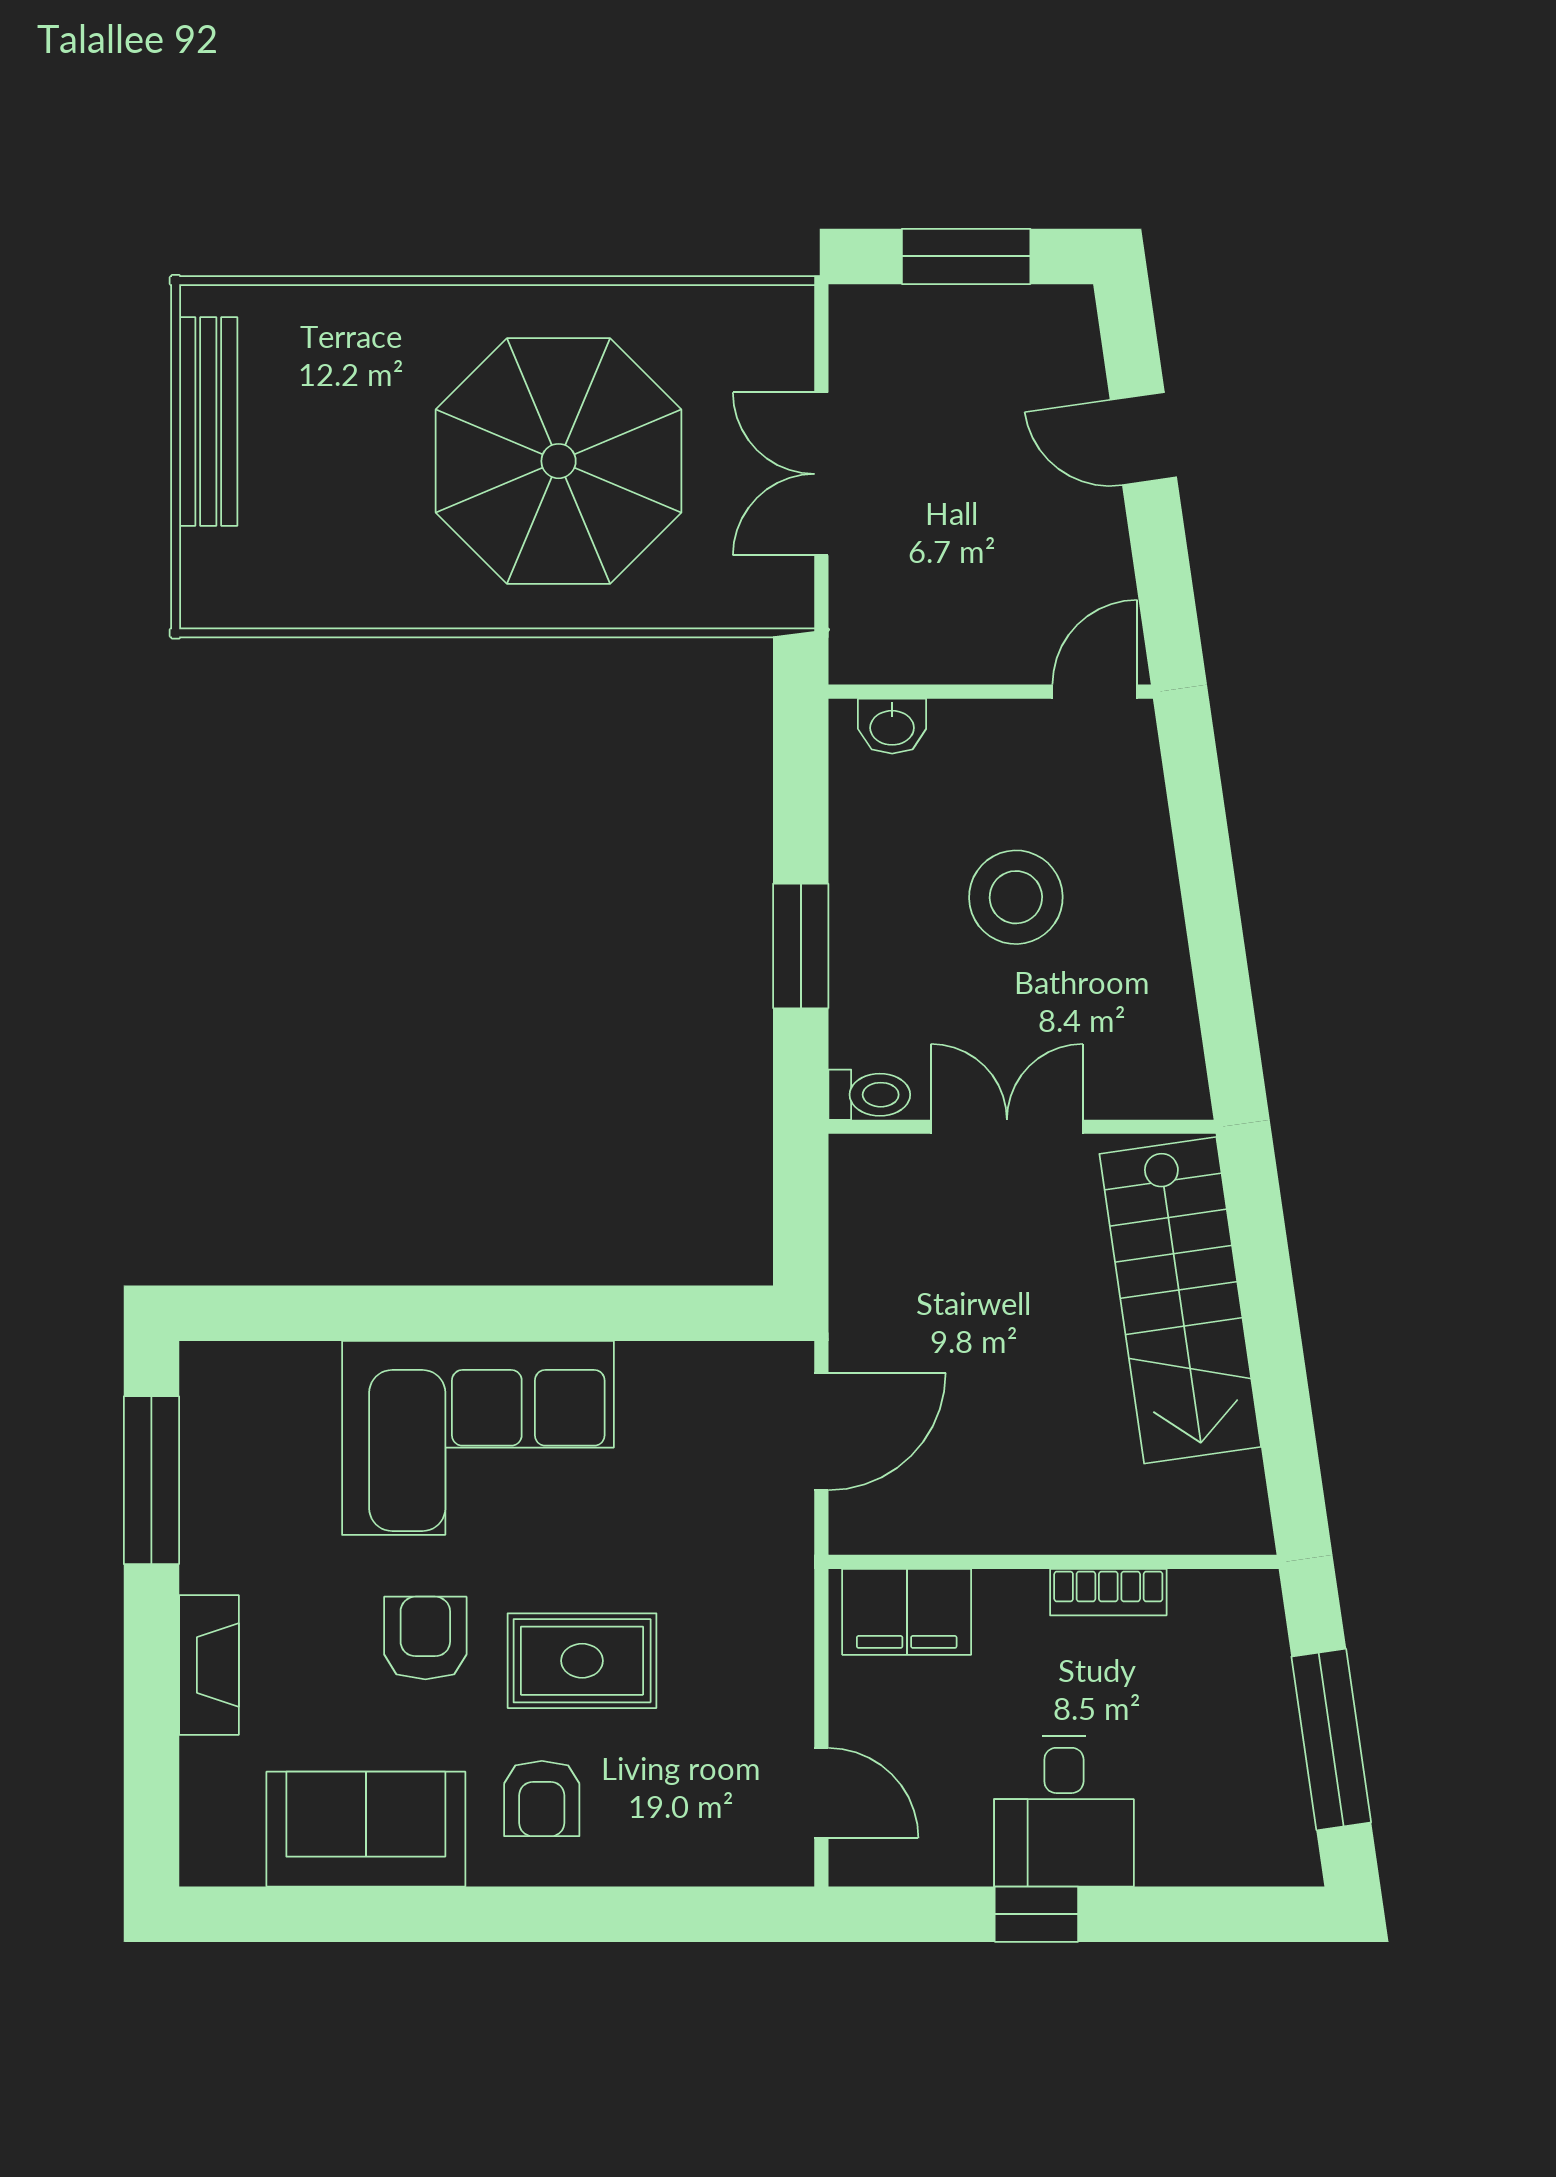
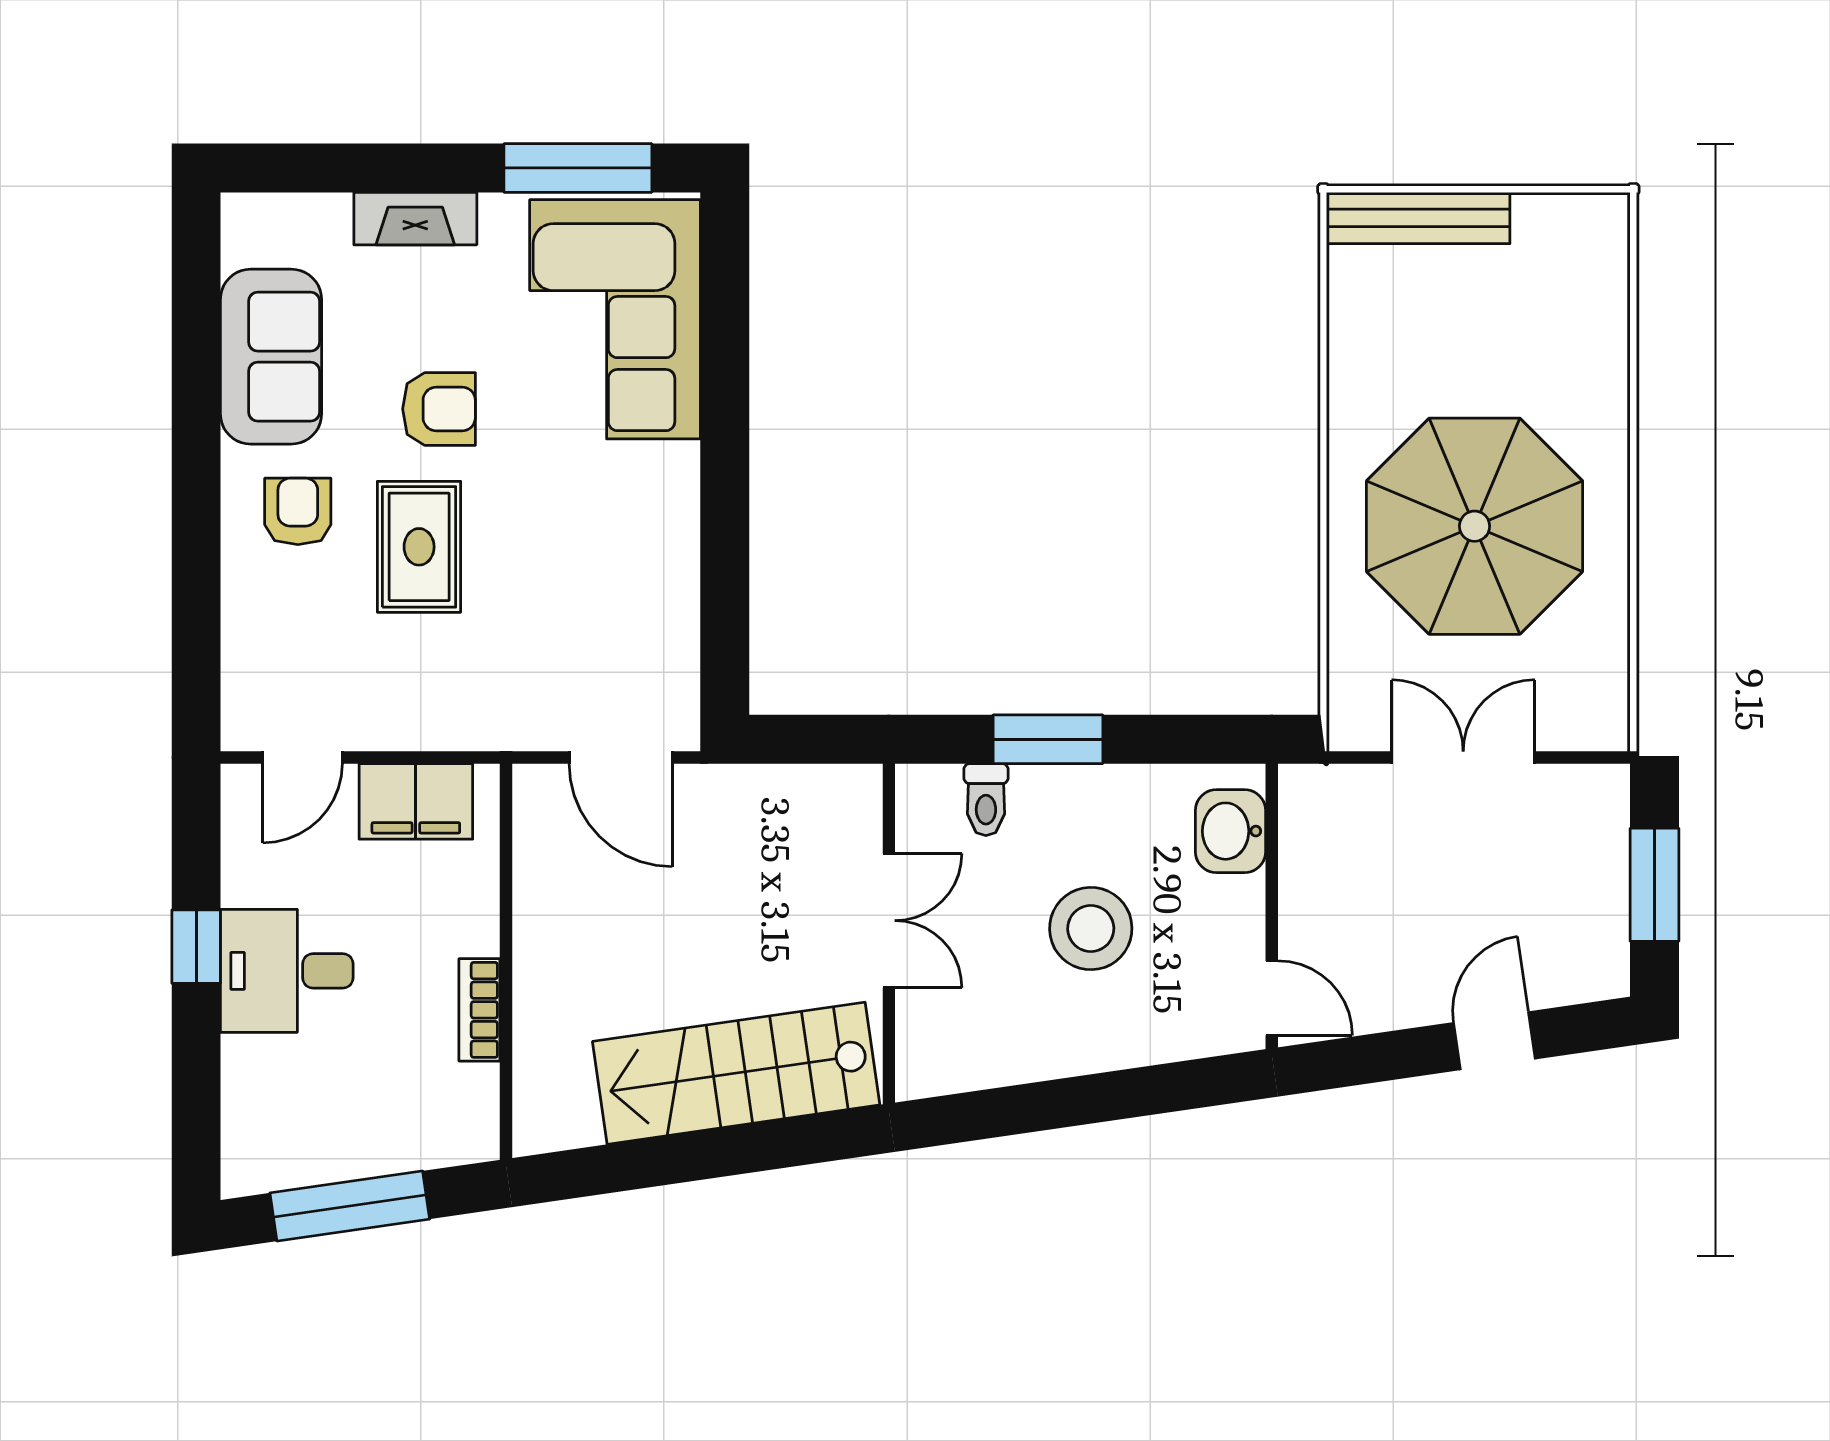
bench: (208, 422) -> (1418, 218), moved
washbasin: (892, 726) -> (1230, 831), width x1.38, depth x1.45
toilet: (869, 1095) -> (986, 800), moved
corner sofa: (478, 1438) -> (615, 319), moved
filing cabinet: (907, 1612) -> (416, 801), moved, turned -90
armchair: (542, 1799) -> (298, 511), turned 90

